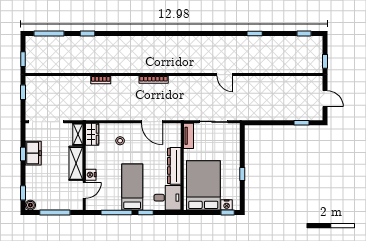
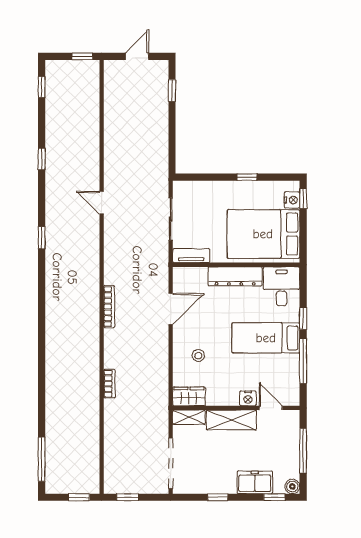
window: (88, 33) -> (42, 238), moved
door: (225, 75) -> (102, 203), swing flipped
freezer: (33, 153) -> (255, 482), moved

